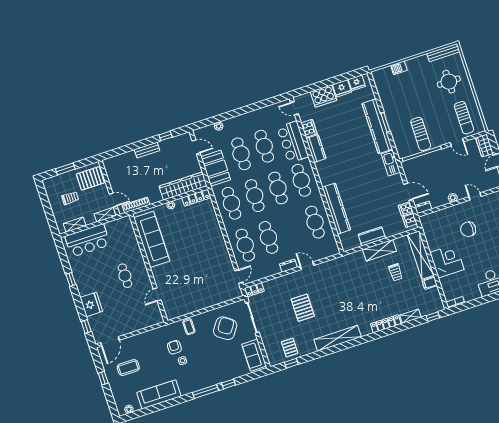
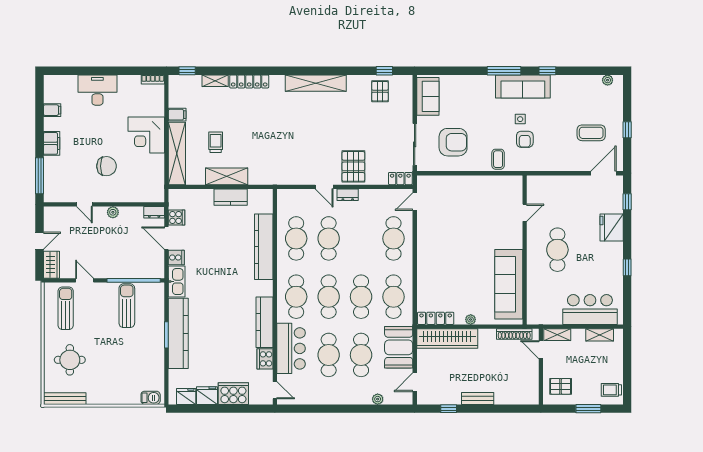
barbecue: (399, 68) -> (151, 398), moved
door: (196, 147) -> (415, 382), hinge flipped
kitchen counter: (316, 149) -> (264, 322), width x1.50
pallet: (90, 178) -> (561, 386), width x0.67, depth x0.71
trolley: (70, 198) -> (611, 390), moved
cooker: (410, 220) -> (176, 258), moved
cafe table: (268, 237) -> (329, 238), moved
cafe table: (125, 276) -> (557, 250), width x1.37, depth x1.35
pallet: (303, 308) -> (353, 166), moved
armchair: (225, 328) -> (453, 142), turned -125
window: (229, 384) -> (547, 71), moved
sofa: (159, 394) -> (523, 86), moved

